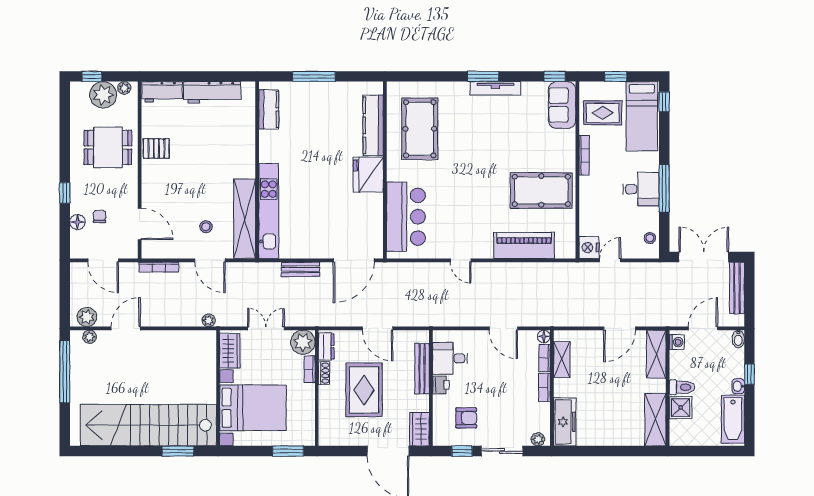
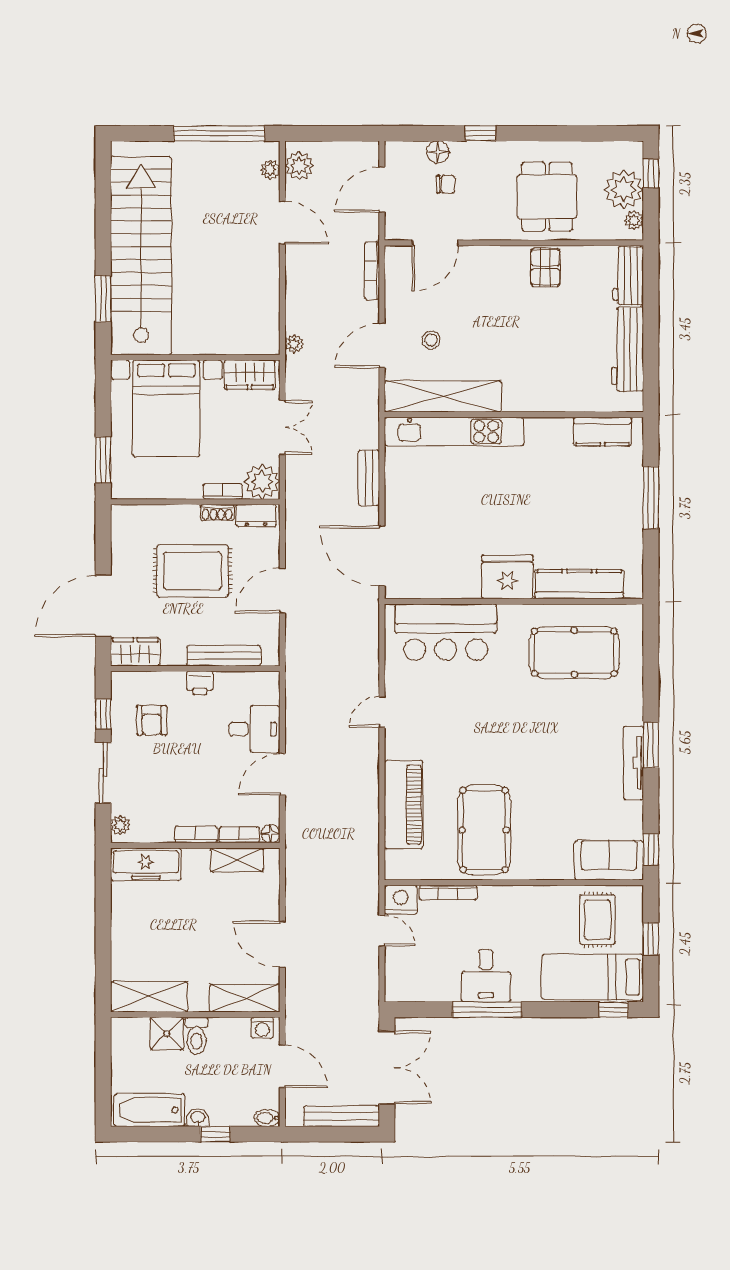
bookcase: (584, 155) -> (448, 893), moved
stool: (650, 238) -> (415, 989), removed
desk: (450, 358) -> (254, 729), moved, turned 90

